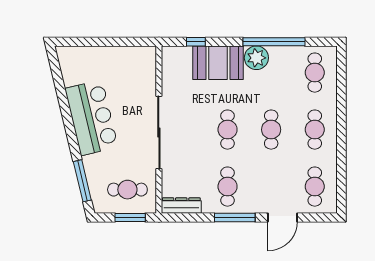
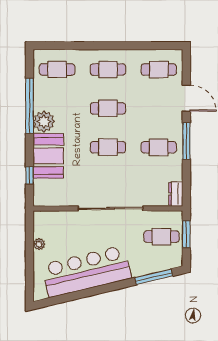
plant: (119, 52) -> (39, 244), added
bar counter: (91, 118) -> (86, 271), width x1.36
cafe table: (127, 190) -> (161, 237), turned 90
dresser: (181, 206) -> (176, 194), width x0.70

